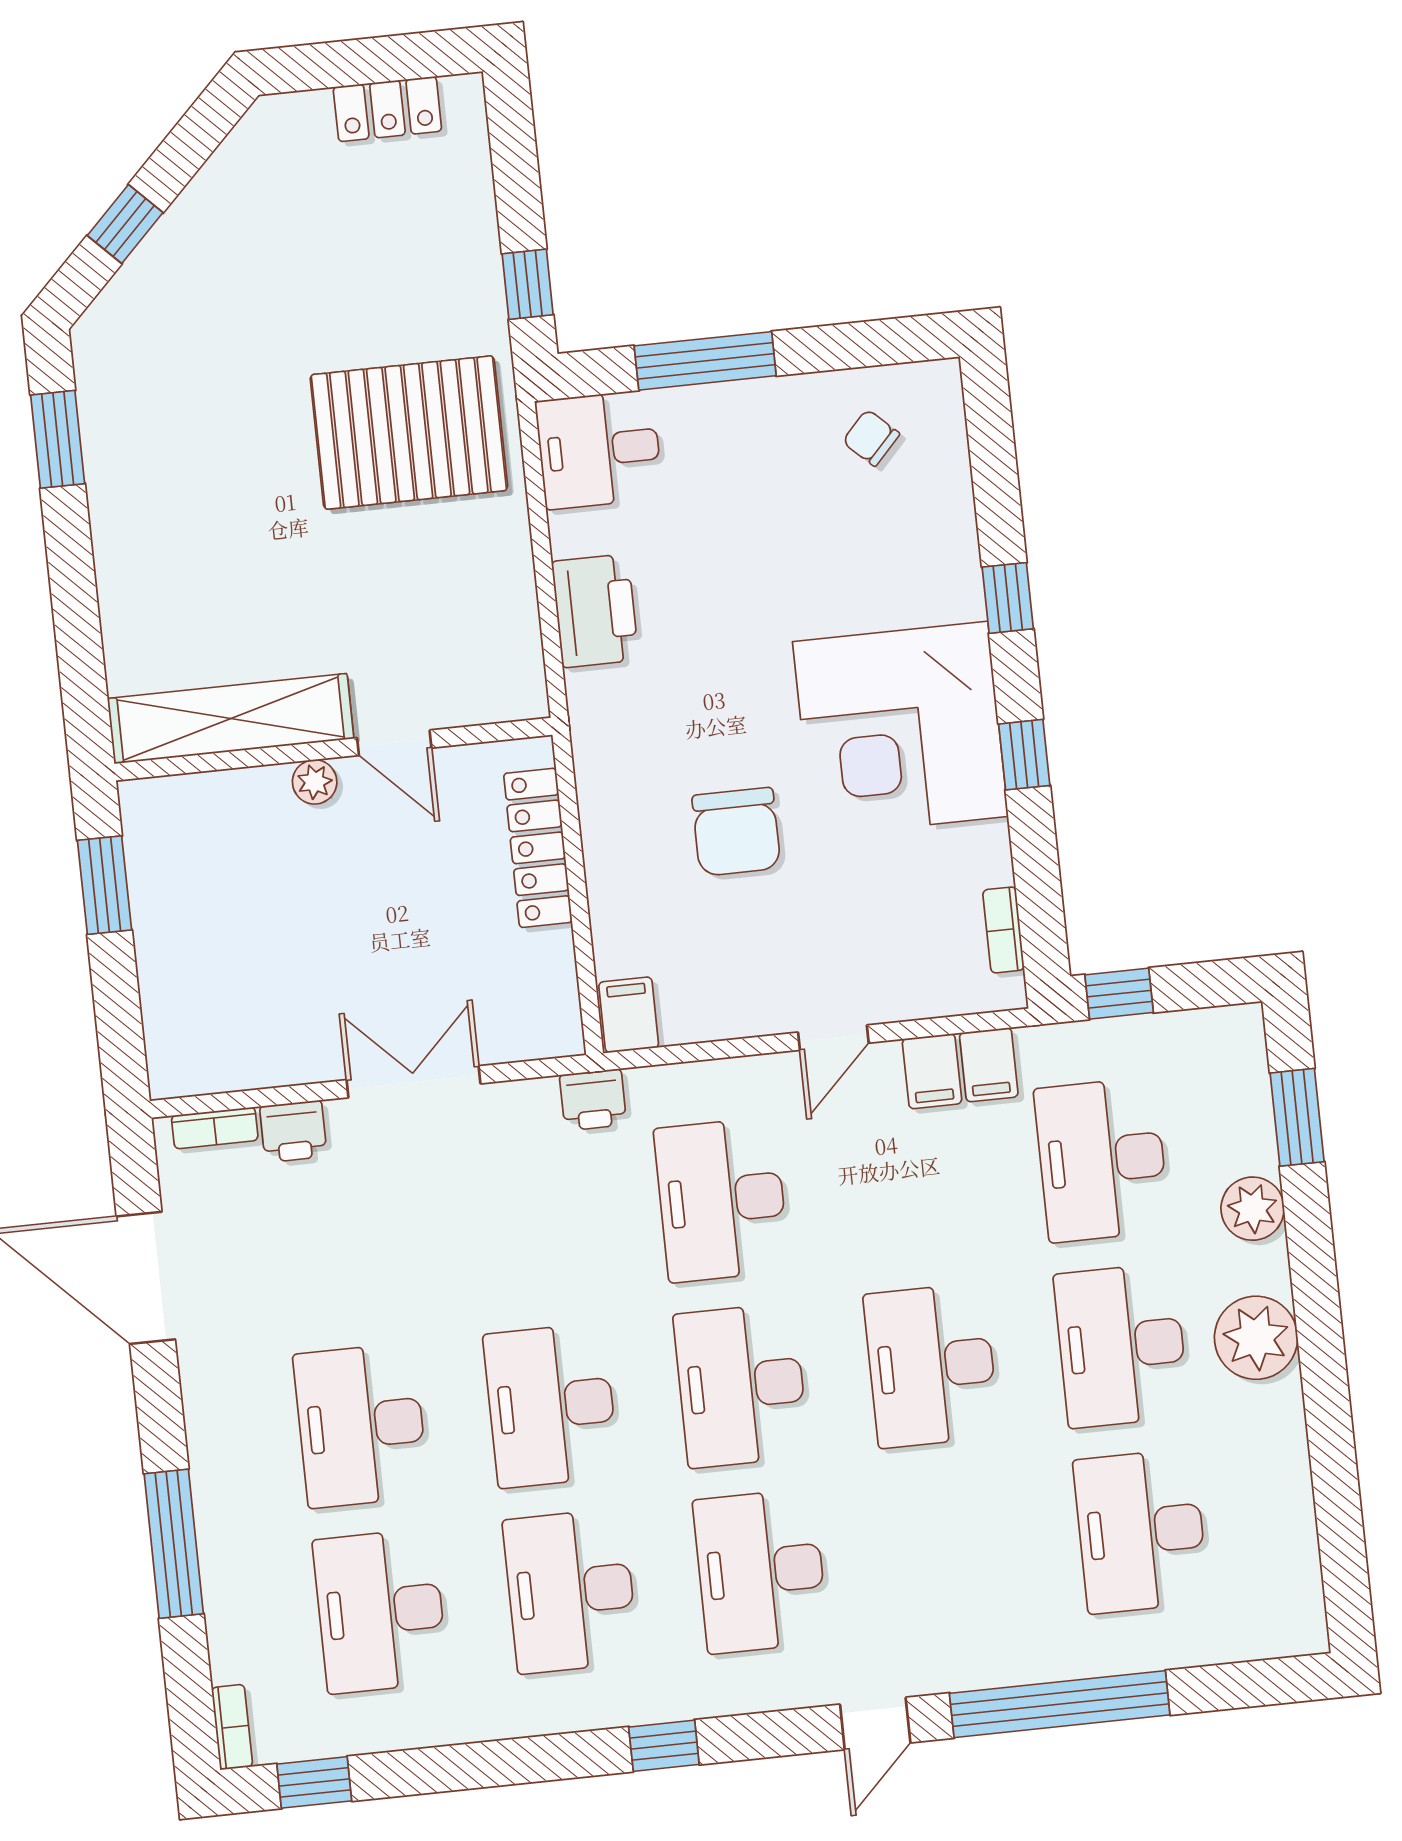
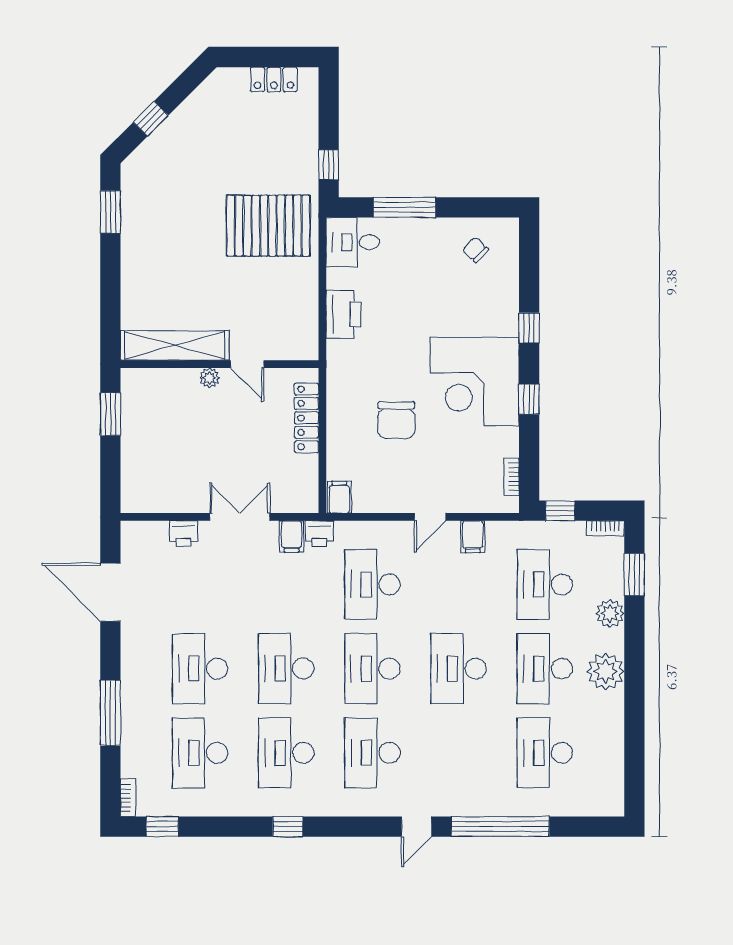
filing cabinet: (989, 1065) -> (292, 536), moved
bookcase: (215, 1128) -> (605, 528), moved
window: (664, 1746) -> (288, 827), moved

